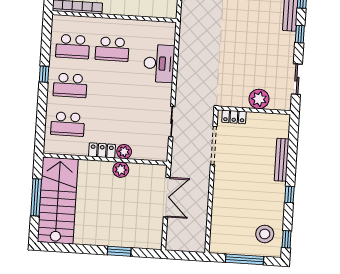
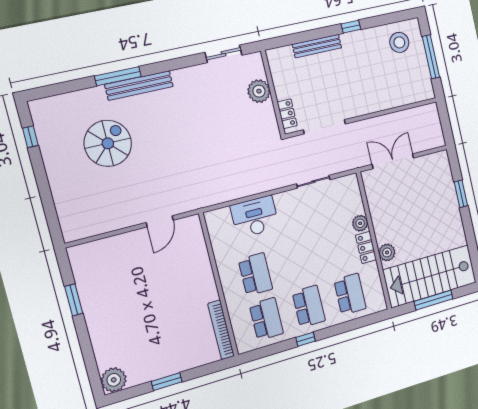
window: (300, 34) -> (171, 65), removed
plant: (121, 170) -> (387, 252), moved
window: (287, 239) -> (398, 17), removed

